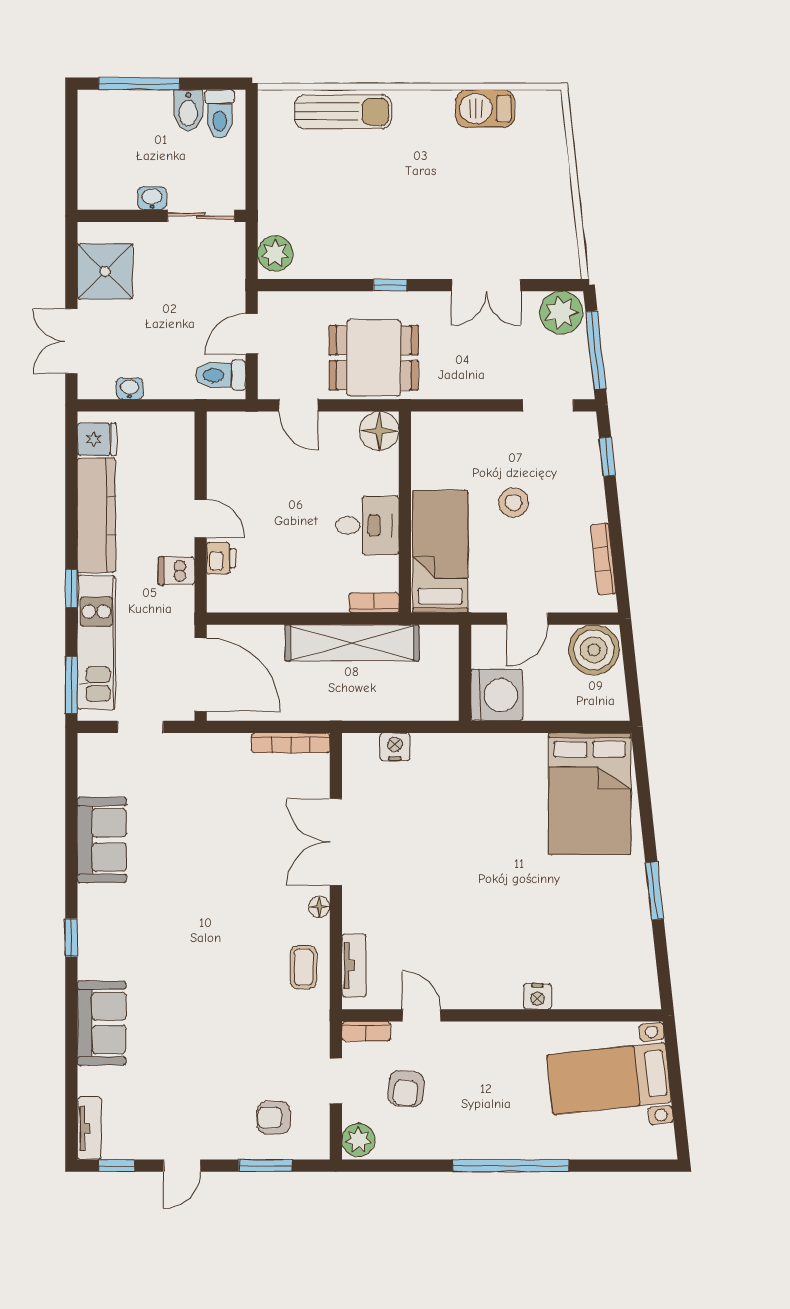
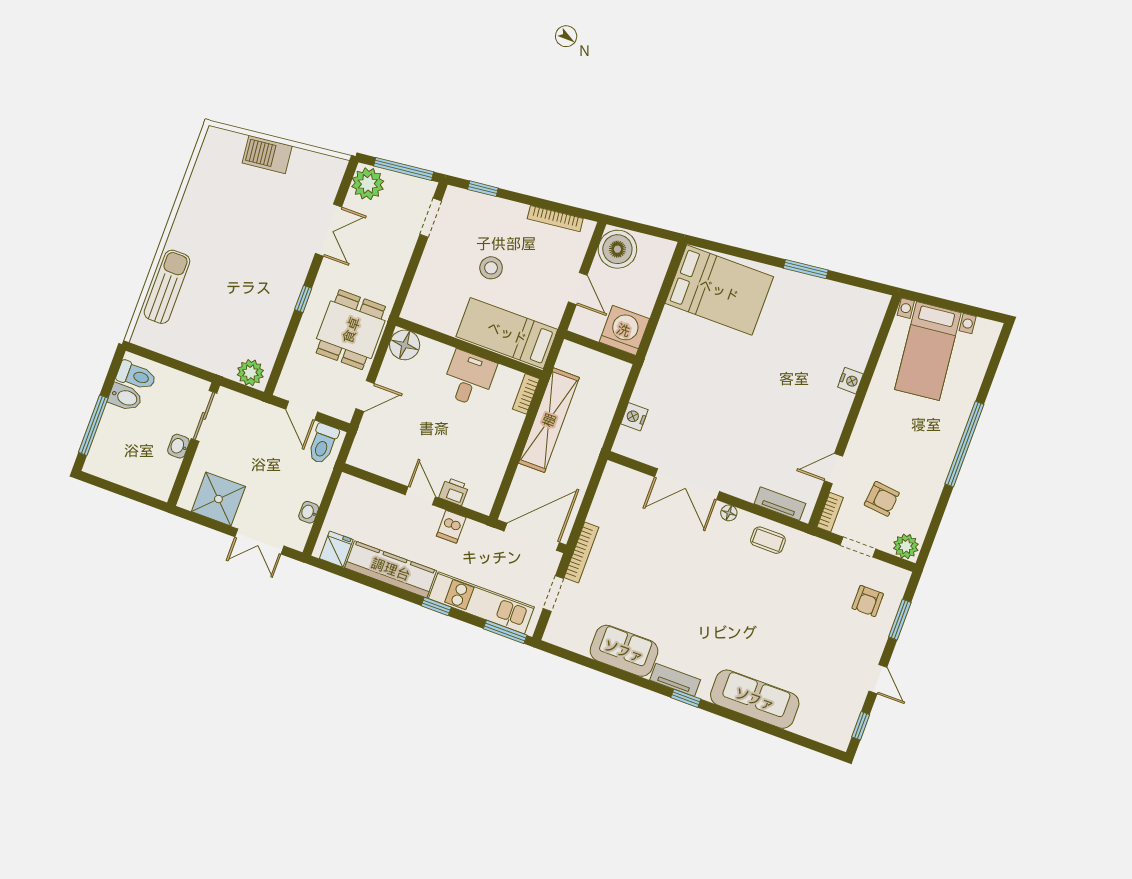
barbecue: (485, 109) -> (267, 155), moved, turned 84
door: (201, 519) -> (420, 496), hinge flipped
bookcase: (291, 743) -> (581, 552), moved
sofa: (102, 1023) -> (755, 699), width x1.36
tv unit: (89, 1128) -> (675, 680), moved

